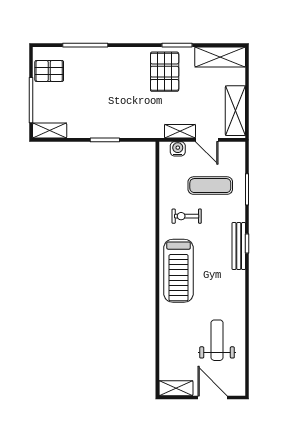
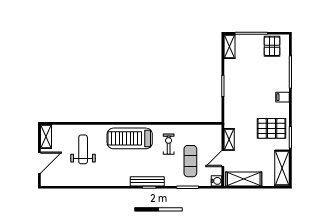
filing cabinet: (121, 56) -> (283, 97), added
water cooler: (178, 149) -> (217, 181), moved
weight bench: (217, 340) -> (83, 149), moved, turned -90

